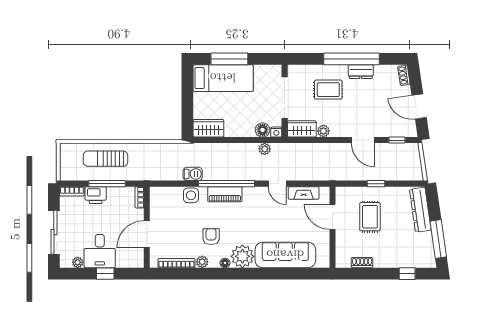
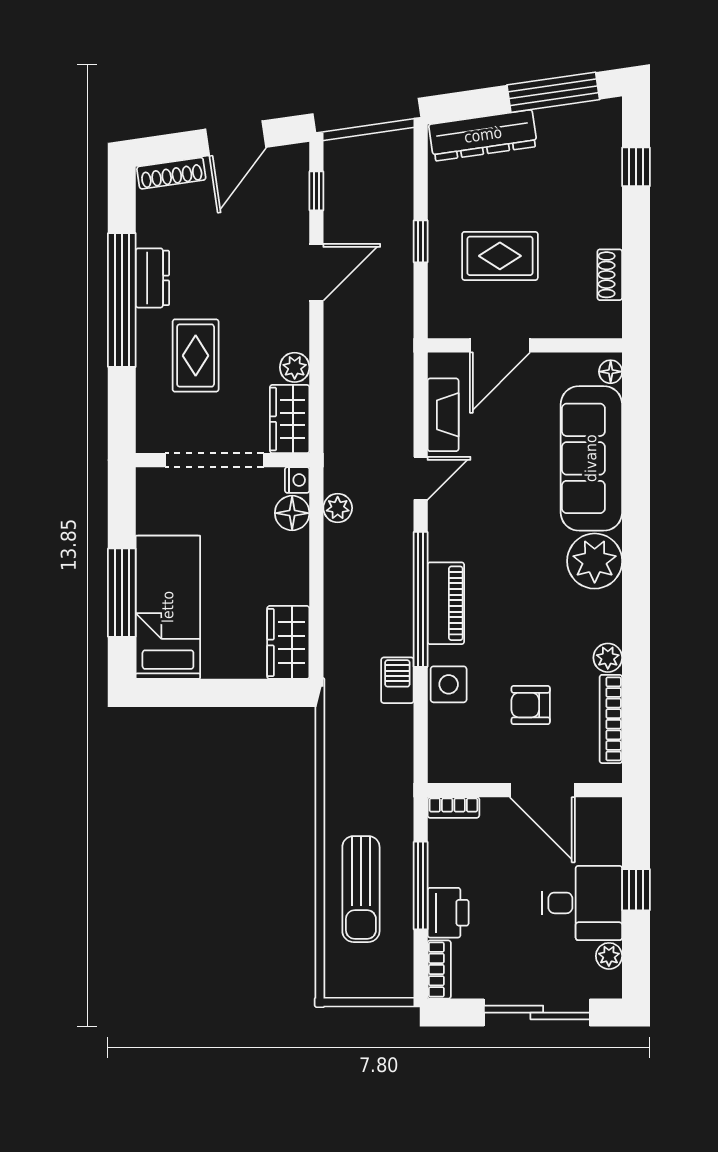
shoe rack: (404, 75) -> (171, 173), width x1.43
armchair: (211, 237) -> (531, 705), moved
floor lamp: (225, 263) -> (611, 372), moved

